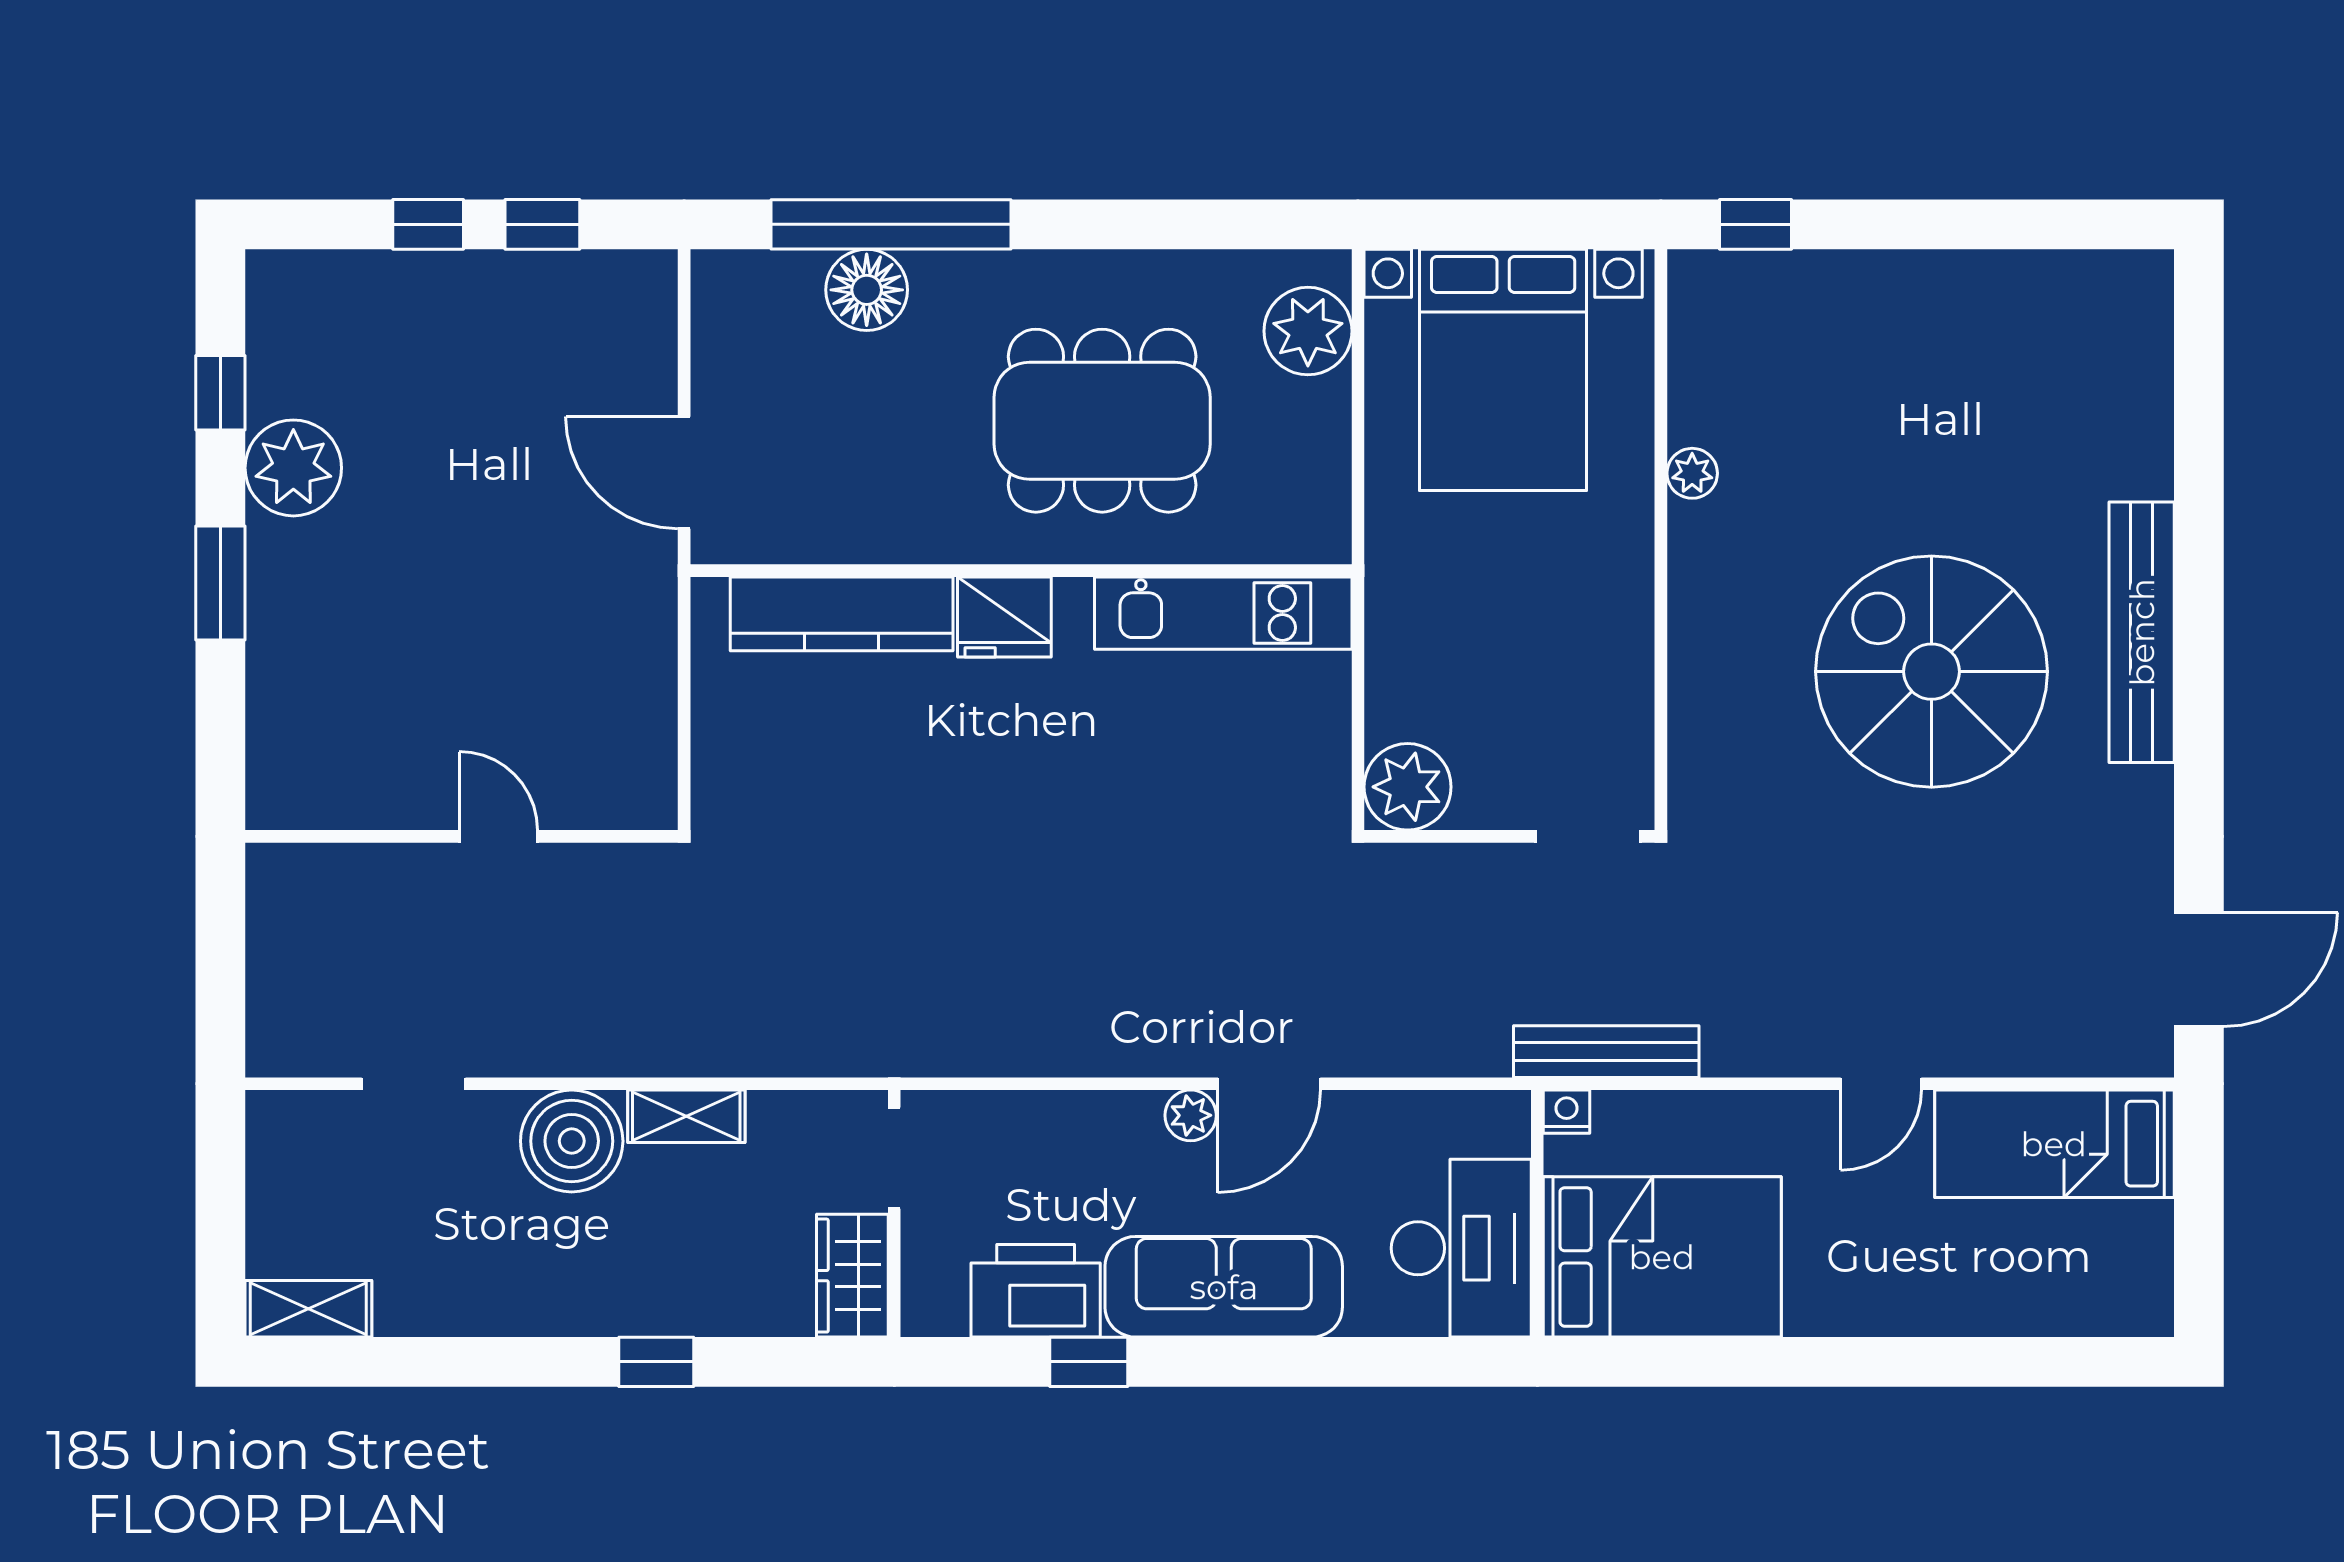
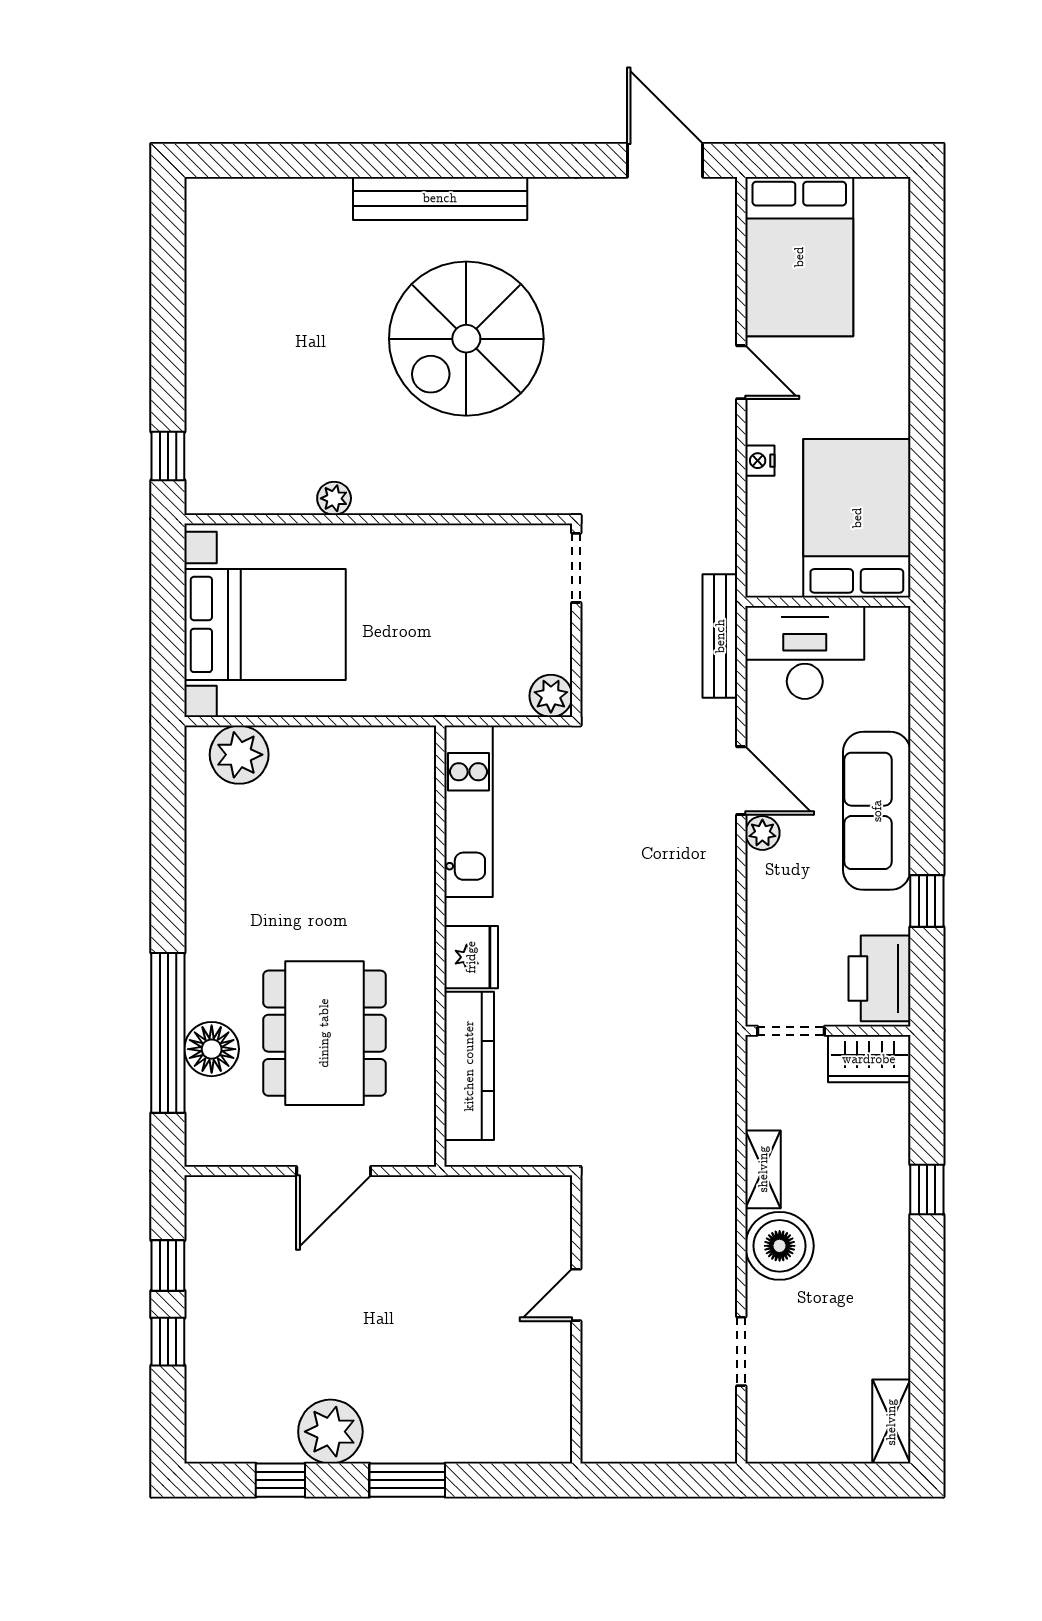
dining table: (1102, 421) -> (324, 1033), moved
wall: (1021, 571) -> (440, 946), moved
kitchen unit: (1223, 613) -> (468, 811), moved
kitchen counter: (842, 614) -> (469, 1066), moved
fridge: (1004, 617) -> (471, 957), moved
plant: (1408, 787) -> (551, 696), width x0.73, depth x0.73
bench: (1606, 1052) -> (720, 636), moved
nightstand: (1566, 1112) -> (760, 461), moved
bed: (2054, 1144) -> (799, 257), width x1.50
desk: (1461, 1248) -> (805, 652), moved
printer: (1036, 1291) -> (879, 978), moved

